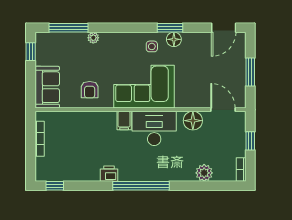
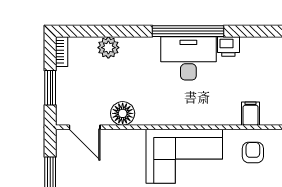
filing cabinet: (124, 120) -> (251, 114), moved
desk: (154, 128) -> (188, 58), moved, turned 180
window: (250, 141) -> (50, 88), width x1.50

